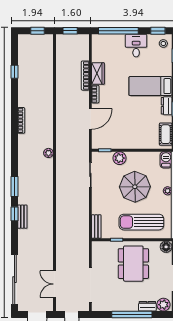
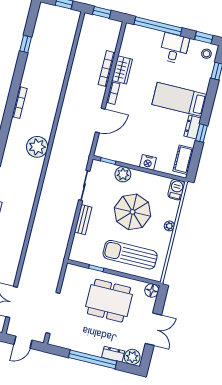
nightstand: (137, 143) -> (148, 162), added
plant: (48, 153) -> (37, 147), width x1.87, depth x1.87
bench: (96, 226) -> (83, 220), moved
dining table: (133, 264) -> (109, 301), turned 90

